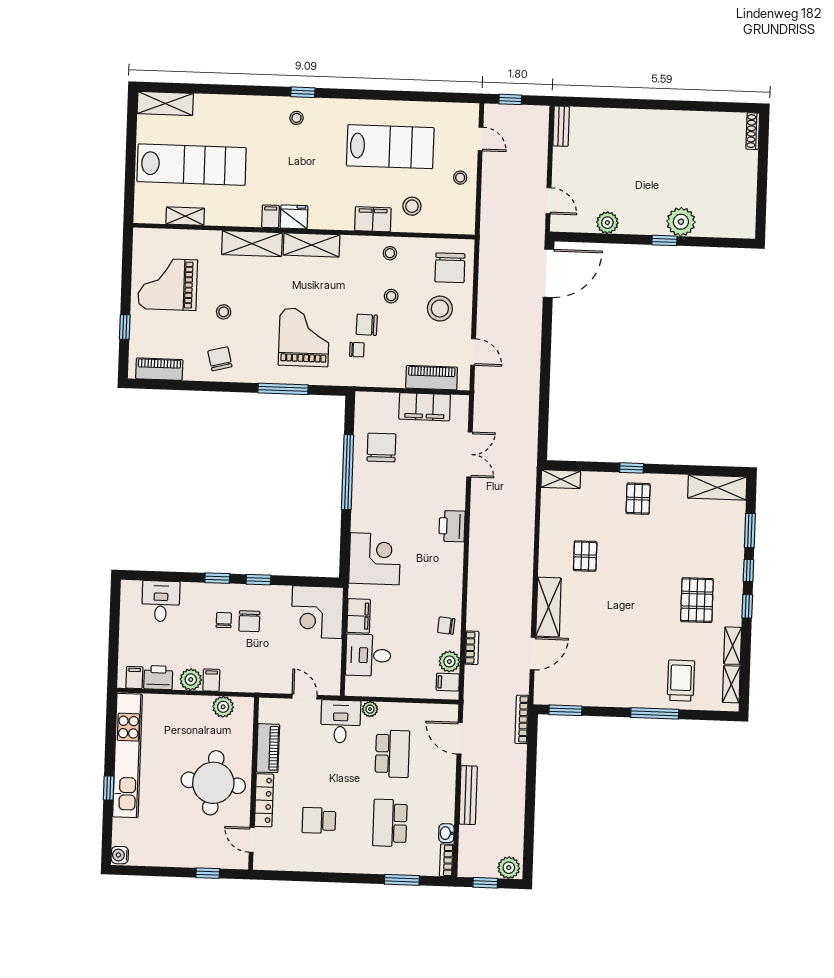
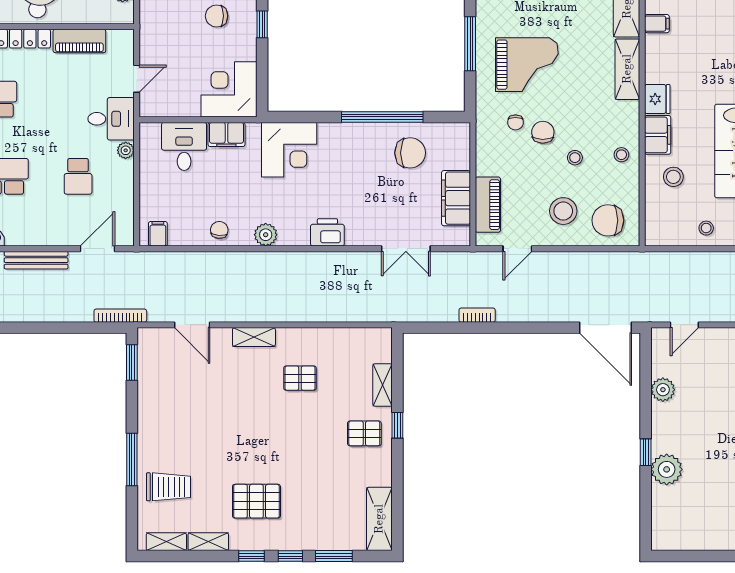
fridge: (294, 217) -> (657, 99), moved
shelving: (561, 479) -> (383, 385), moved
shelving: (548, 607) -> (254, 337), width x0.67, depth x0.75
bookcase: (472, 648) -> (477, 315), moved, turned 180
plant: (449, 661) -> (266, 235), moved
school desk: (392, 754) -> (78, 176), width x0.54

